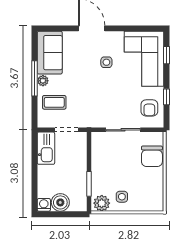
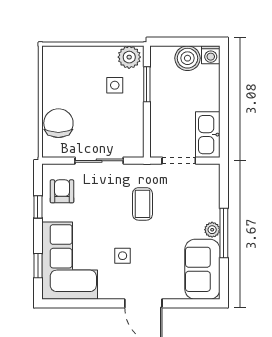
coffee table: (54, 102) -> (142, 204), moved, turned 90
side table: (122, 197) -> (115, 85), moved

